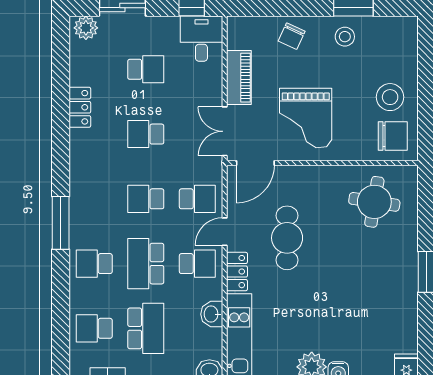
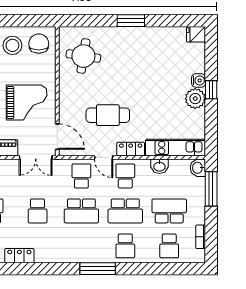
school desk: (146, 199) -> (81, 211), width x1.85

